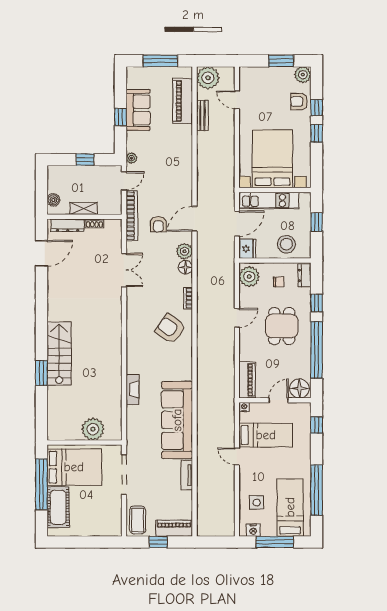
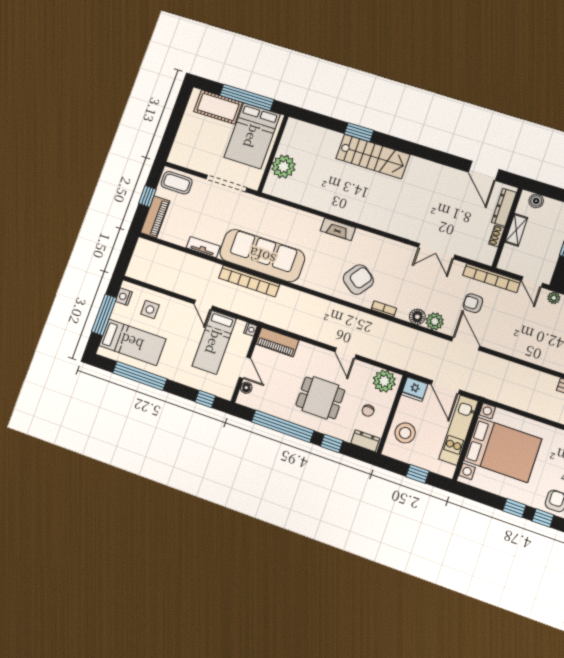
floor lamp: (299, 388) -> (246, 388), width x0.53, depth x0.53
fireplace: (133, 389) -> (338, 229), moved
bookcase: (203, 423) -> (249, 281), added
door: (237, 456) -> (203, 305), swing flipped

